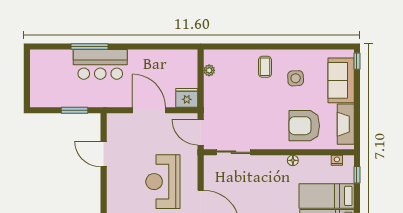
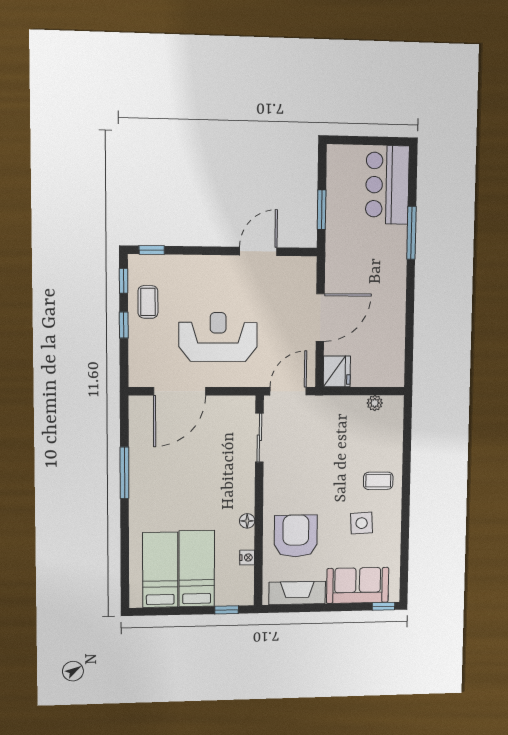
bar counter: (100, 64) -> (387, 185), moved
nightstand: (337, 160) -> (247, 558), moved

